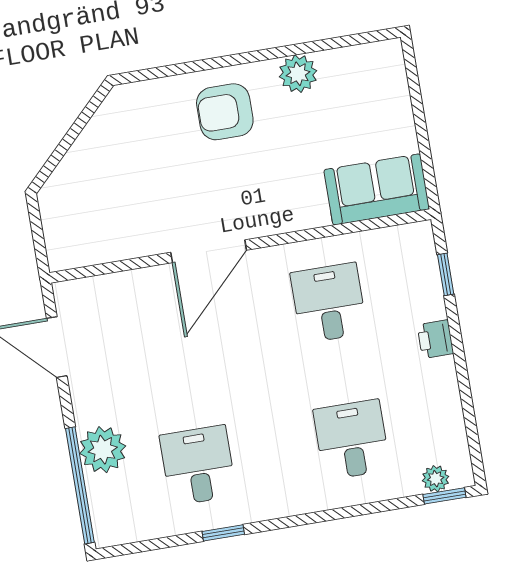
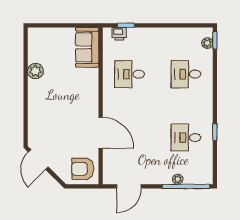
armchair: (225, 112) -> (83, 169), moved, turned 90
door: (85, 116) -> (38, 159), added
door: (209, 251) -> (101, 133), moved
printer: (435, 339) -> (119, 34), moved
plant: (103, 450) -> (178, 179), width x0.53, depth x0.53

